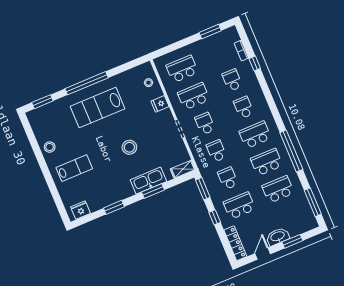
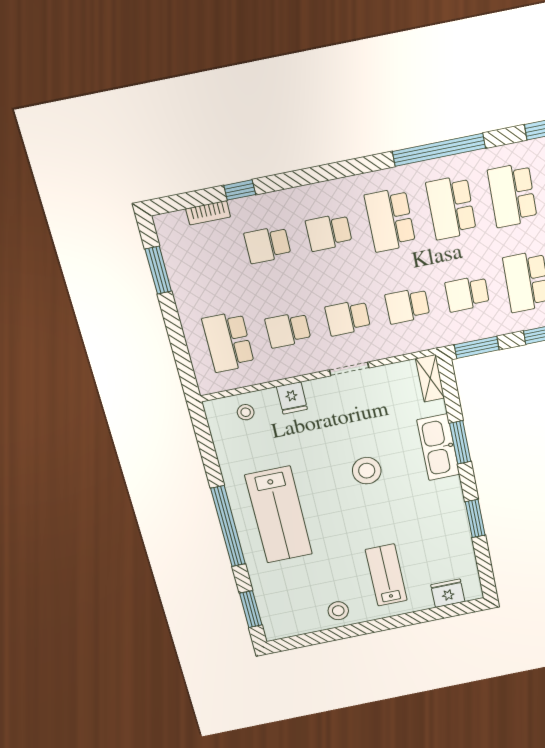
school desk: (194, 96) -> (288, 330), width x0.54
fridge: (81, 210) -> (448, 593), moved, turned 90

